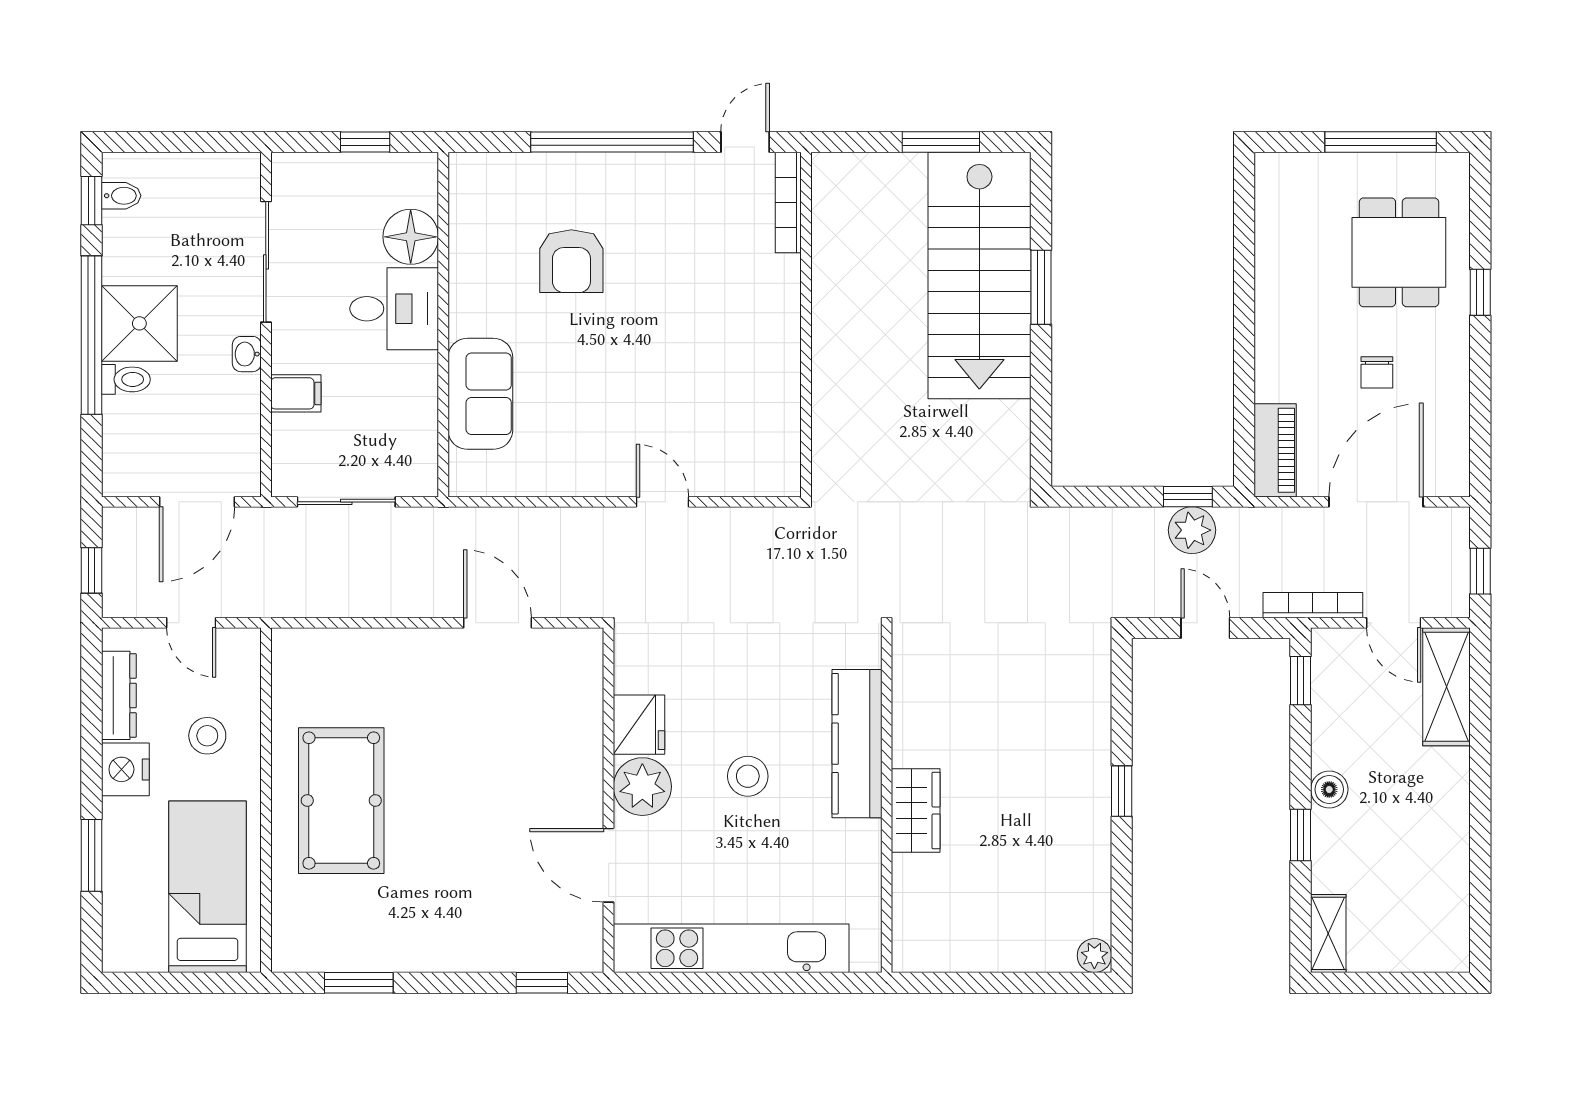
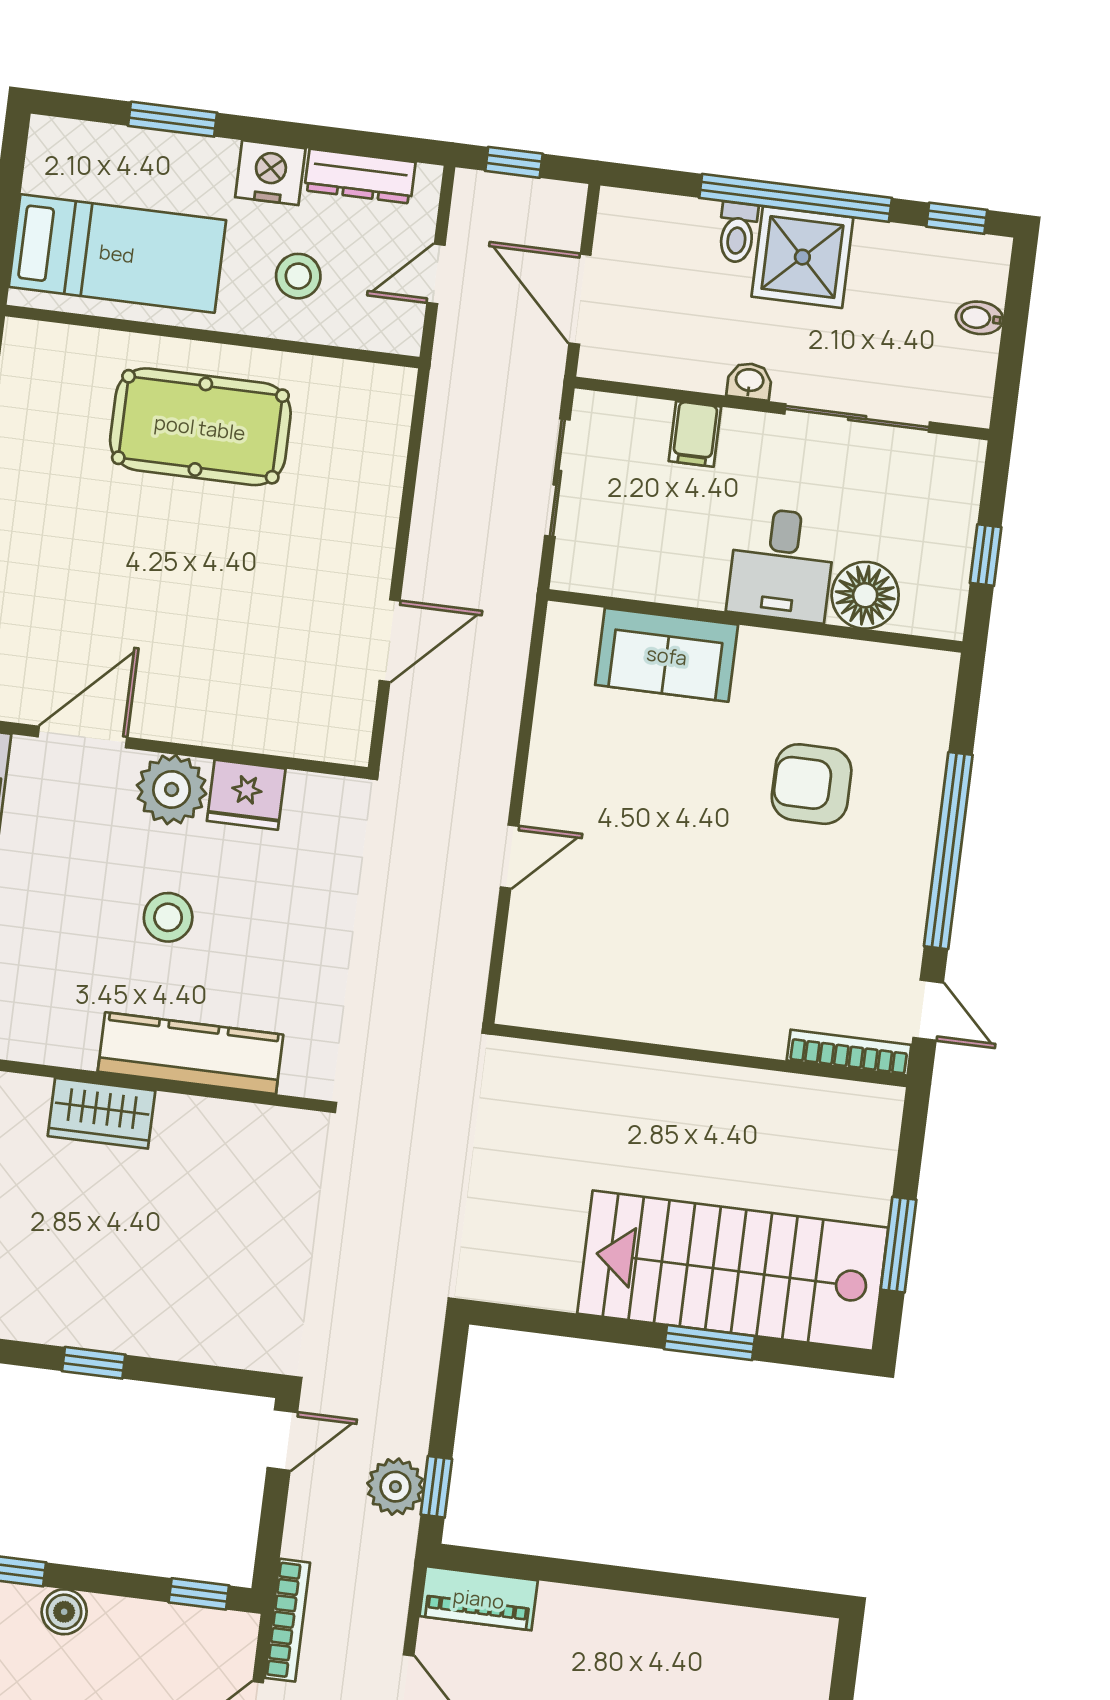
bidet: (121, 196) -> (979, 318), moved, turned 90
door: (1205, 628) -> (282, 1440), moved

